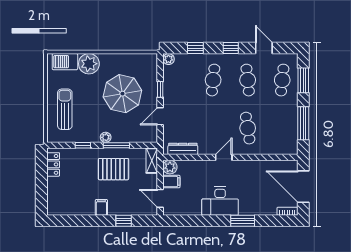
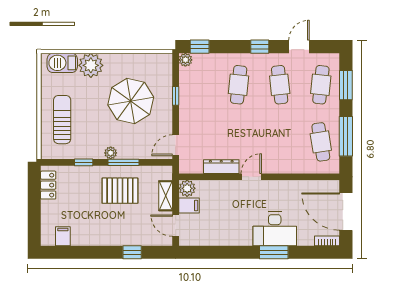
window: (195, 48) -> (200, 47), moved
door: (264, 48) -> (299, 47), hinge flipped
door: (160, 116) -> (176, 145), moved
cafe table: (248, 128) -> (321, 142), moved
dresser: (183, 149) -> (221, 167), moved
shelving: (152, 161) -> (166, 196), moved
desk: (220, 201) -> (275, 229), moved
filing cabinet: (101, 207) -> (63, 236), moved

